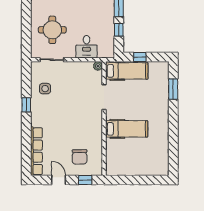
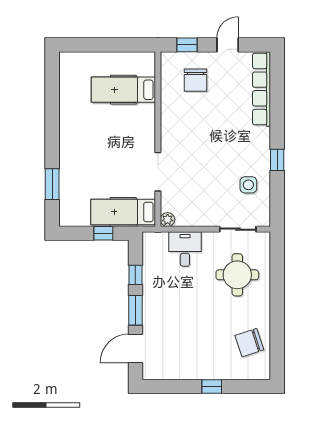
hospital bed: (127, 129) -> (123, 90), moved
chair: (80, 157) -> (196, 80), turned 180
door: (59, 180) -> (228, 45), swing flipped

